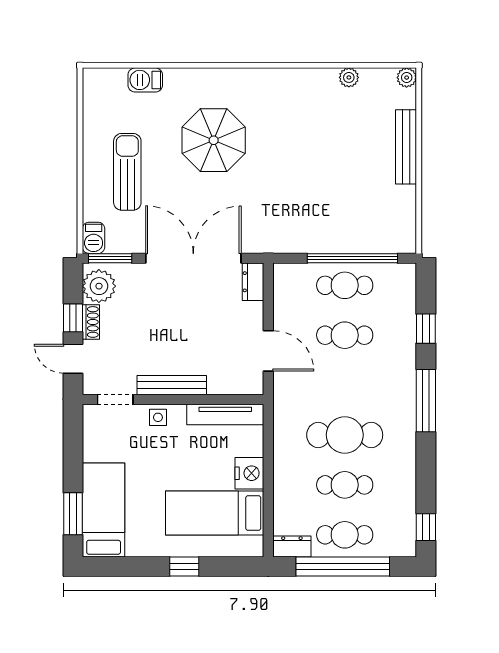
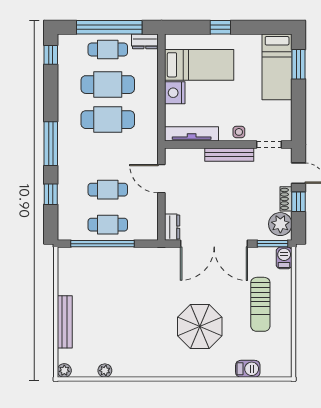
cafe table: (345, 485) -> (108, 85), width x1.37, depth x1.35

